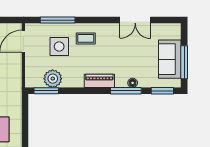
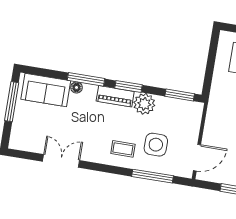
sofa: (170, 59) -> (46, 90), moved, turned 90
plant: (53, 79) -> (144, 104), moved
window: (162, 91) -> (128, 86), moved

